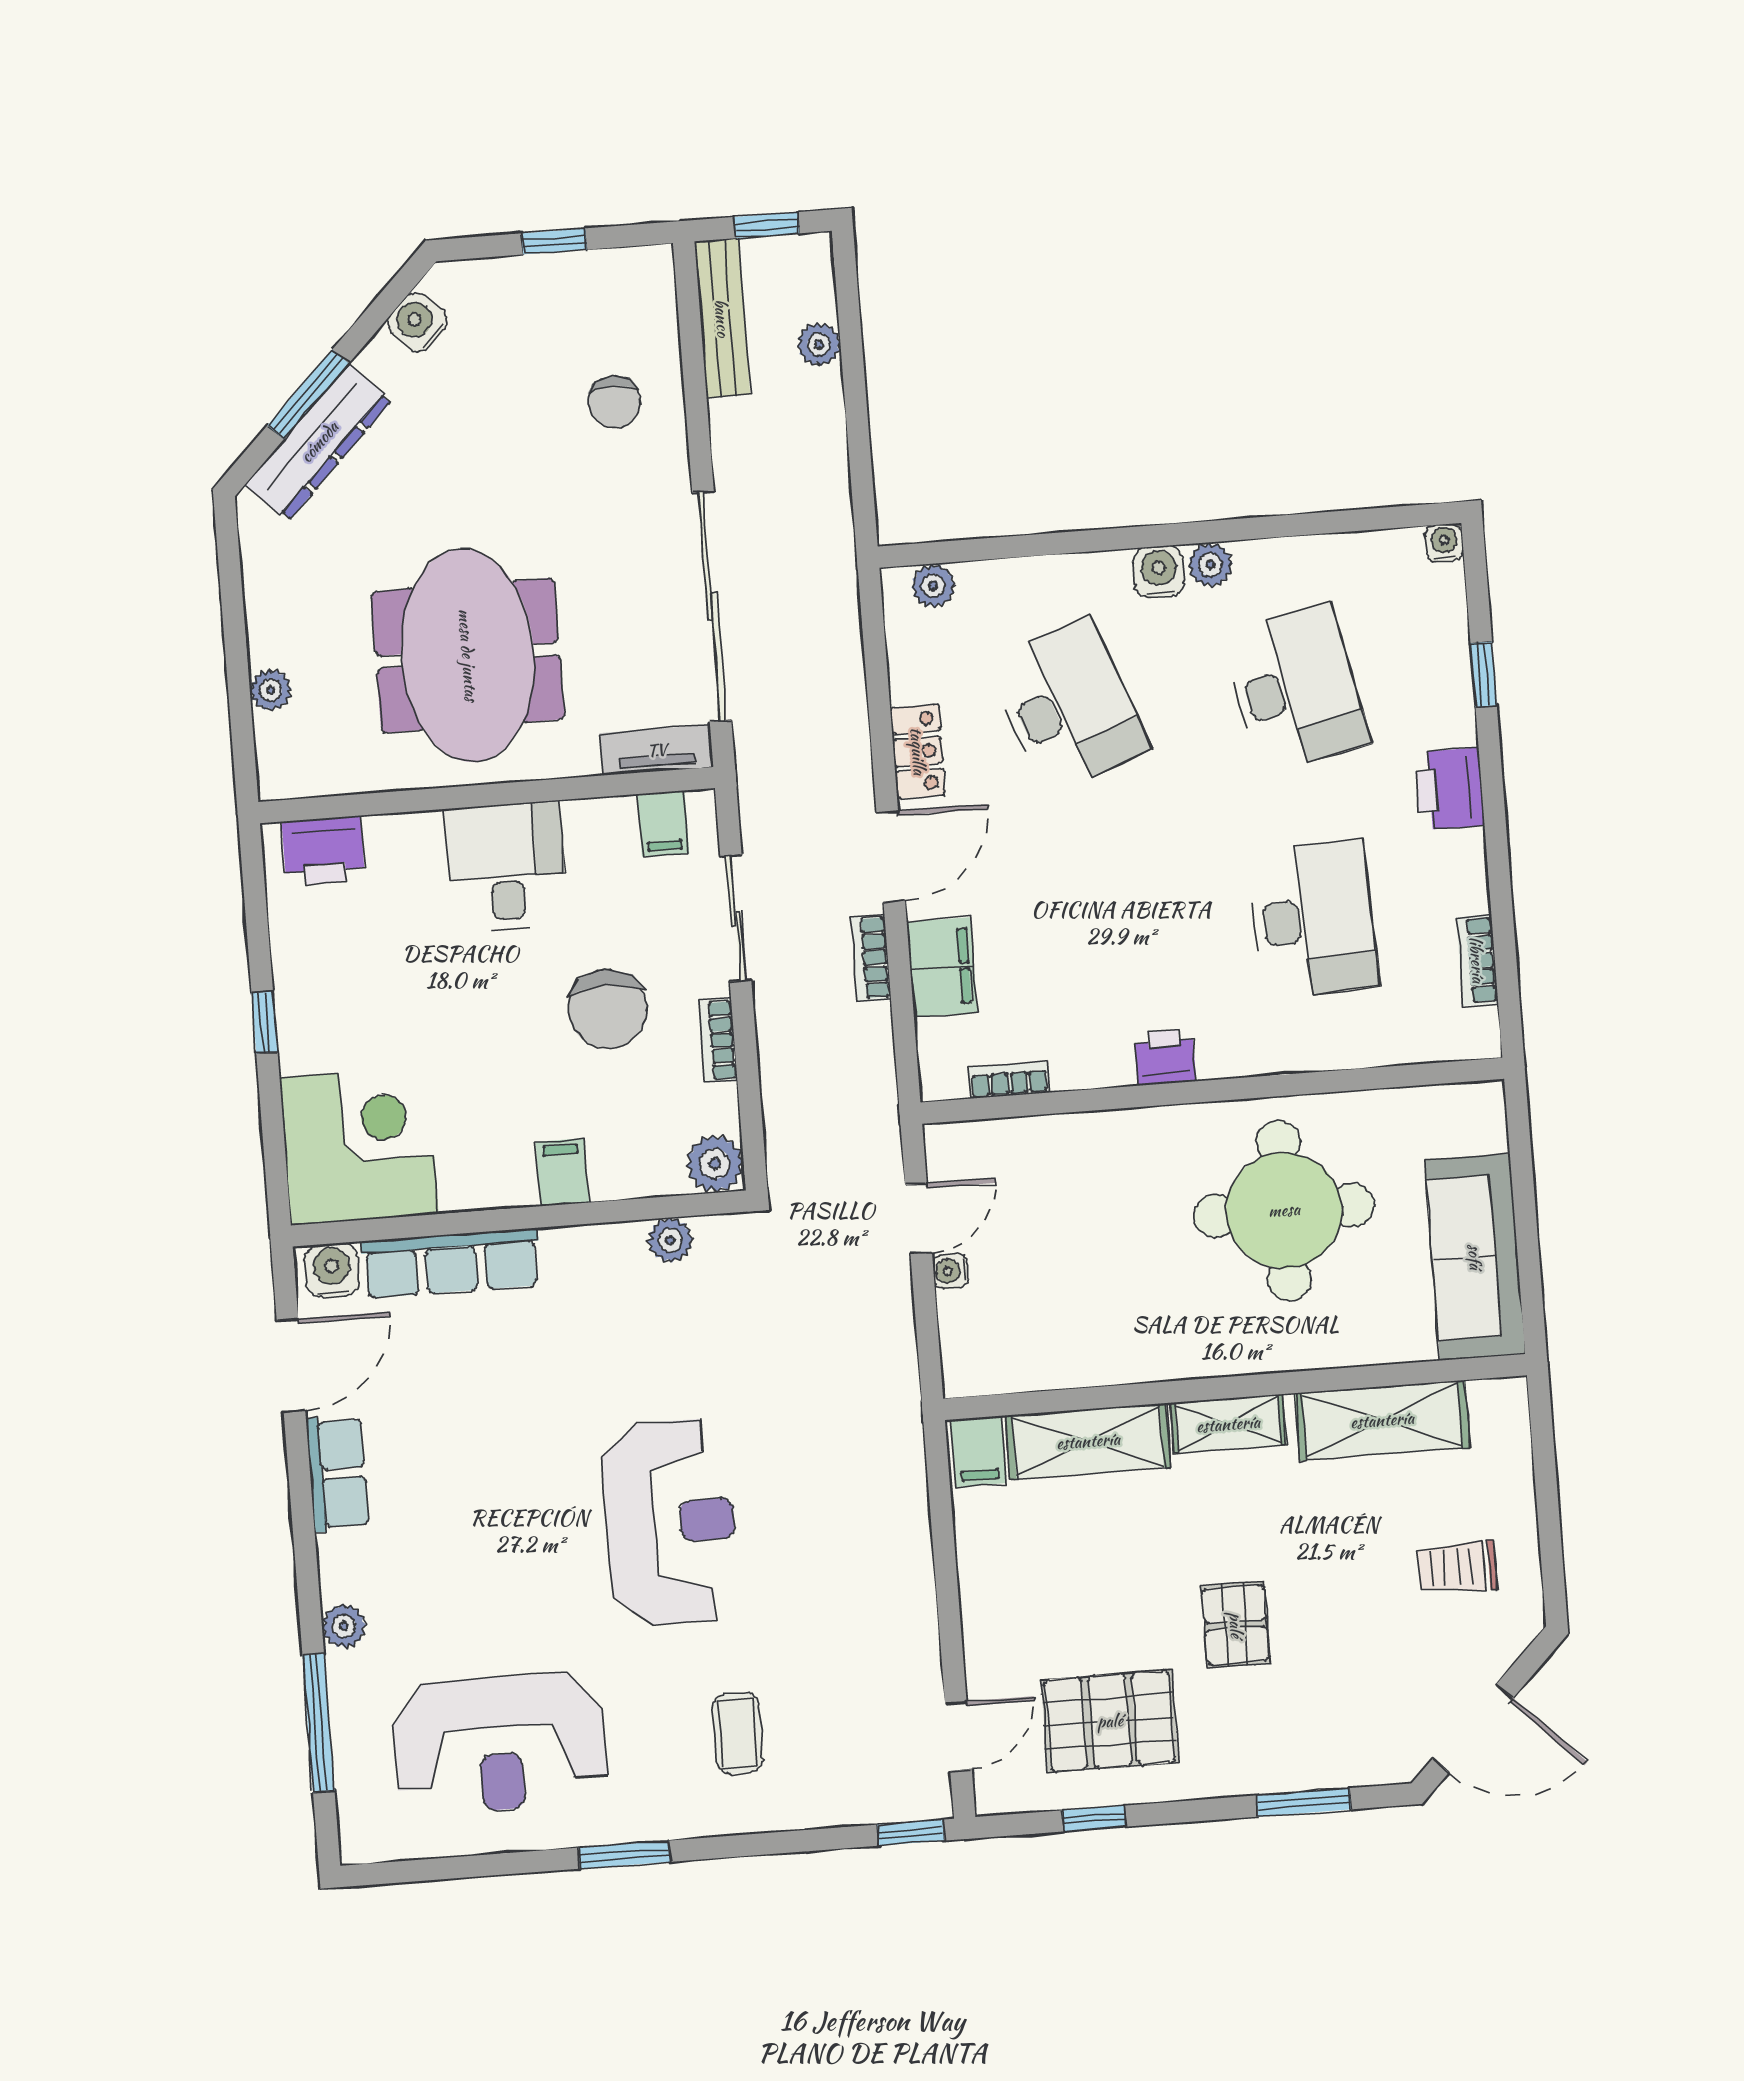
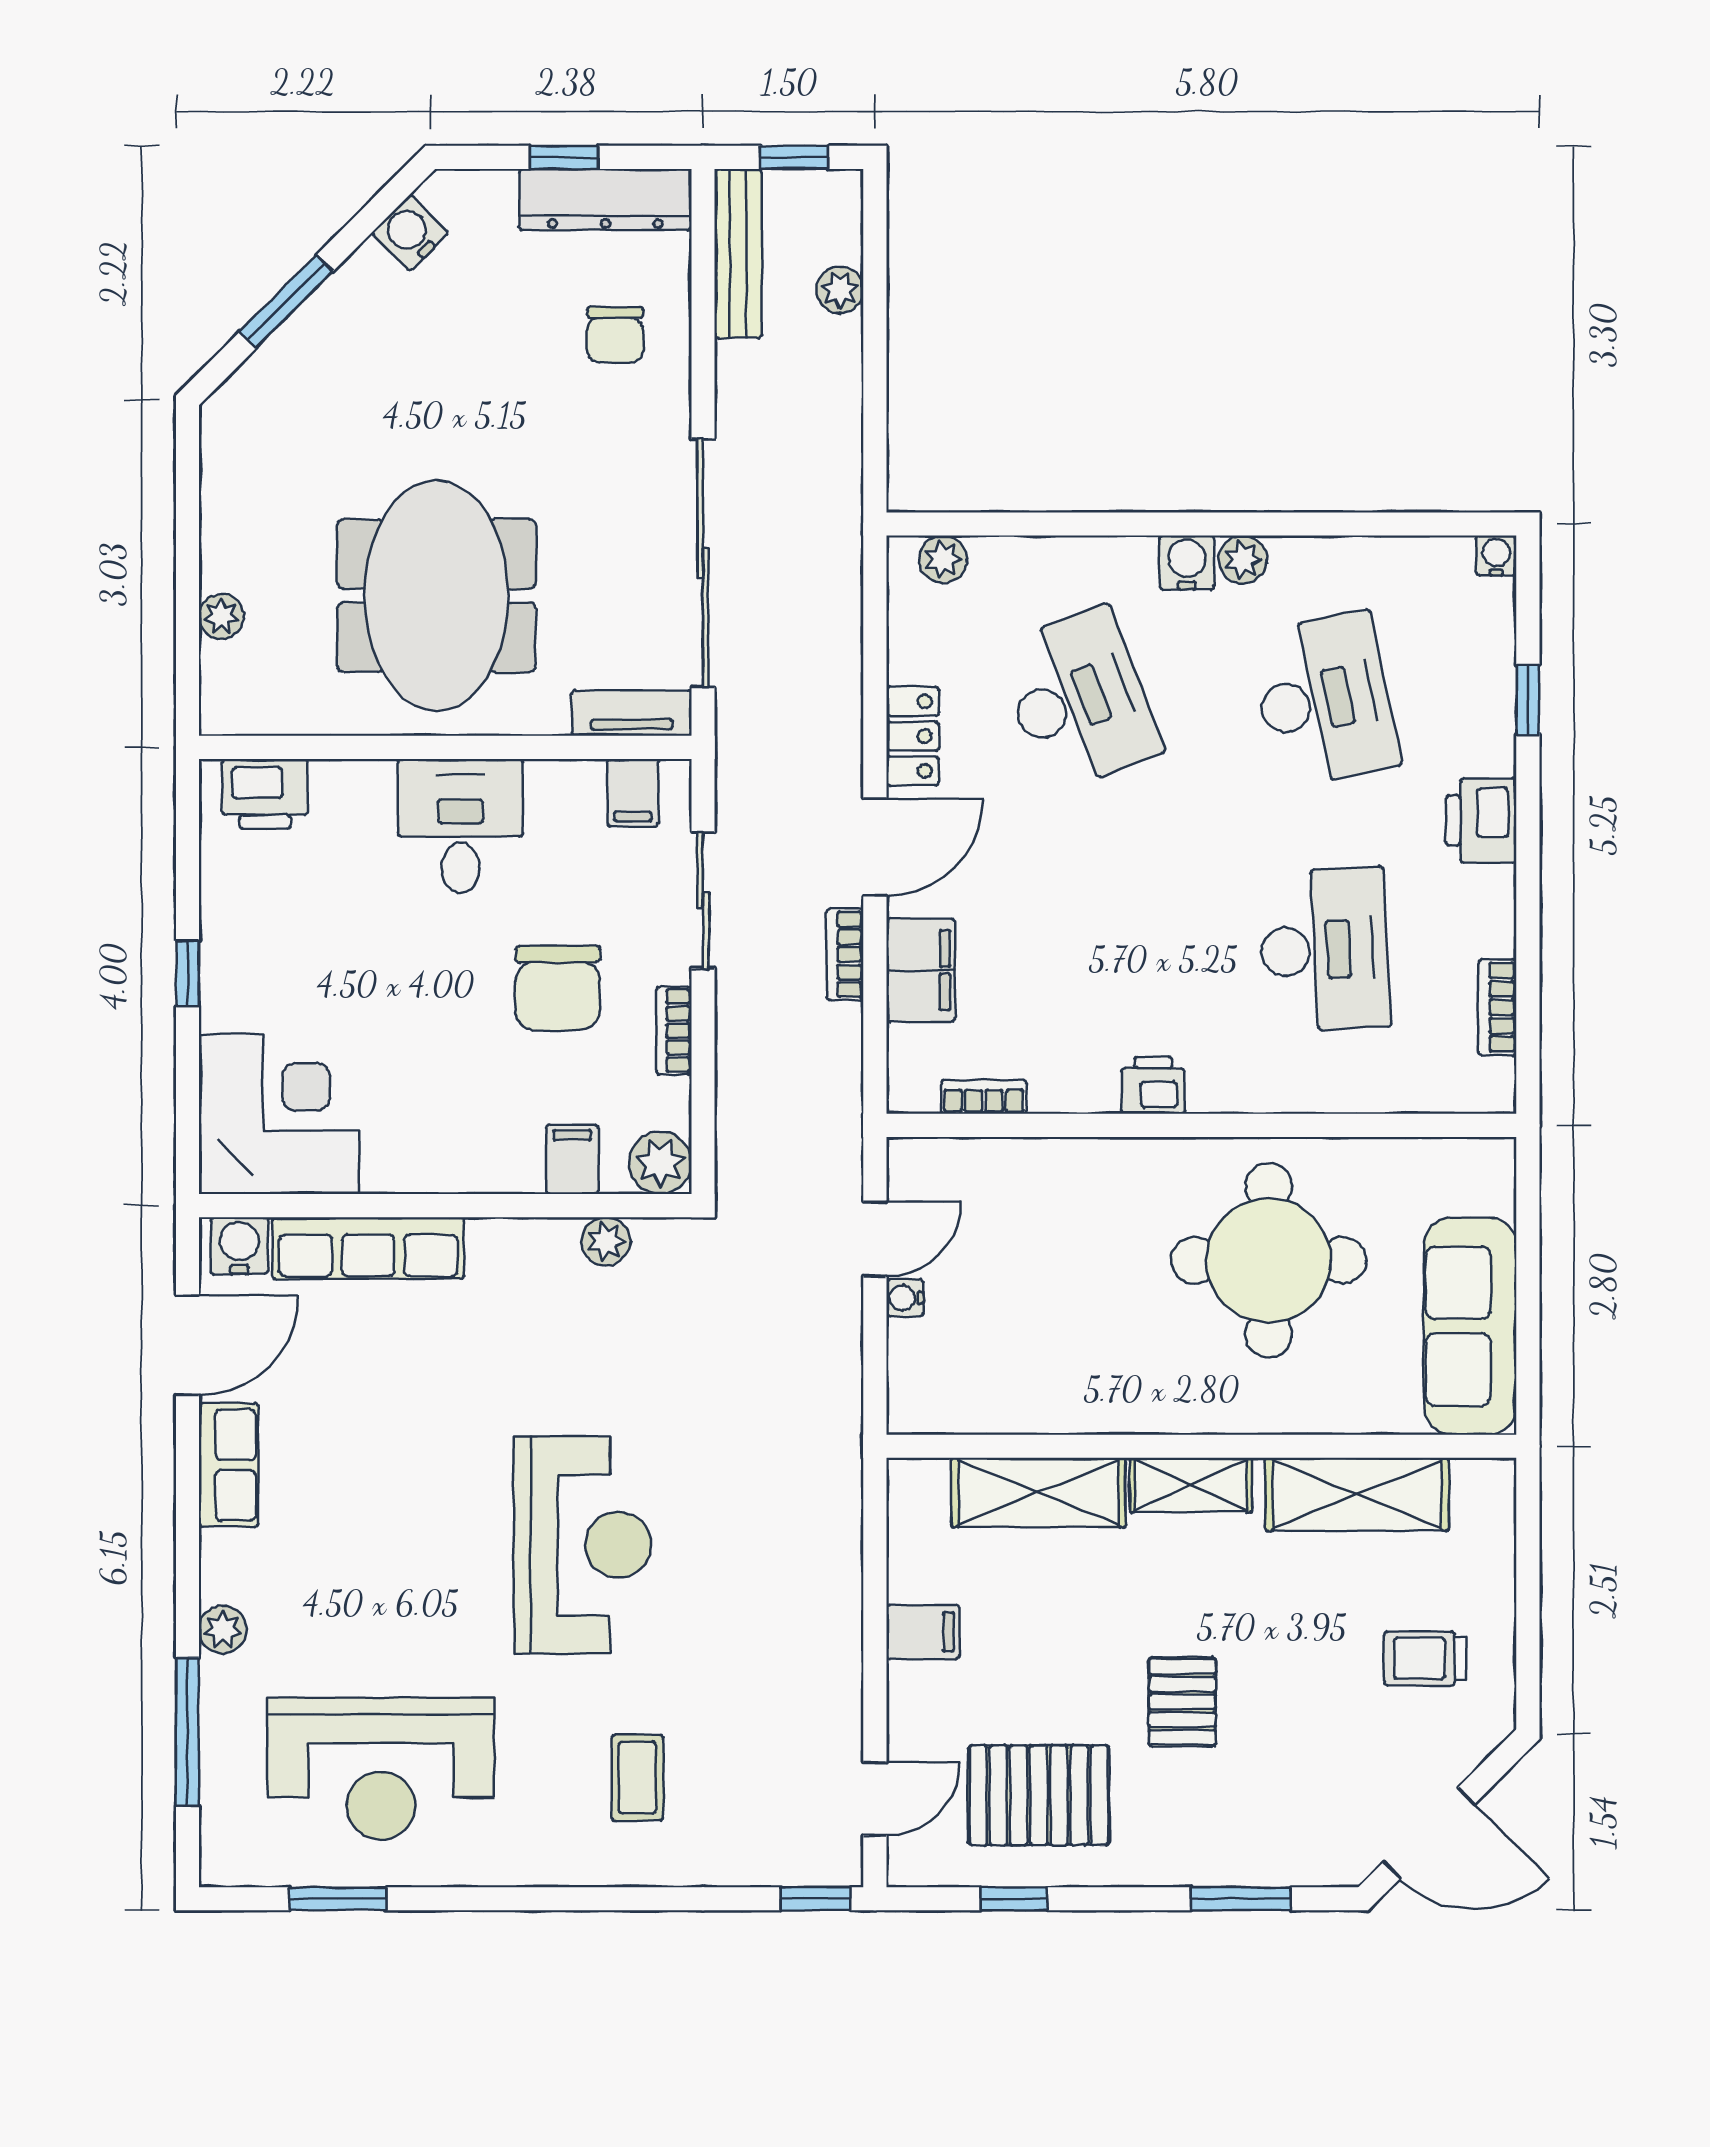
dresser: (319, 442) -> (605, 200), moved, turned 45
filing cabinet: (562, 1172) -> (572, 1159), moved
filing cabinet: (978, 1451) -> (923, 1632), moved, turned -90
window: (624, 1855) -> (338, 1899), moved

